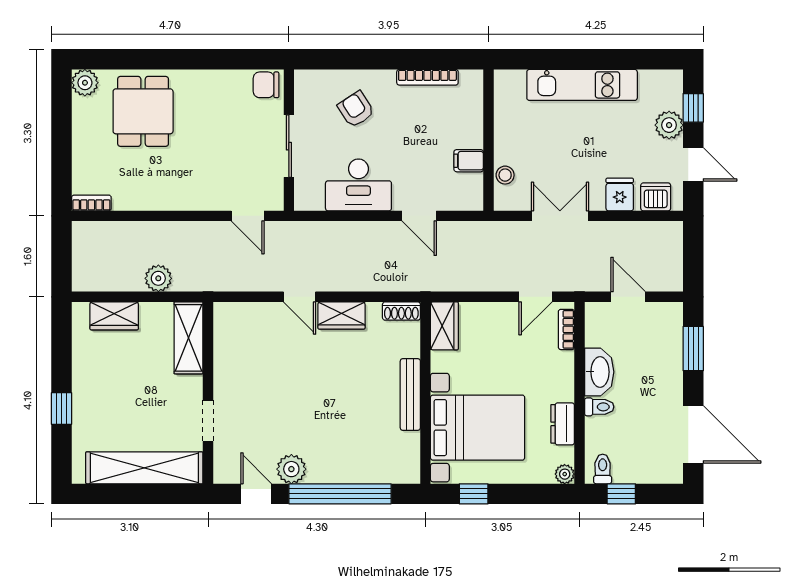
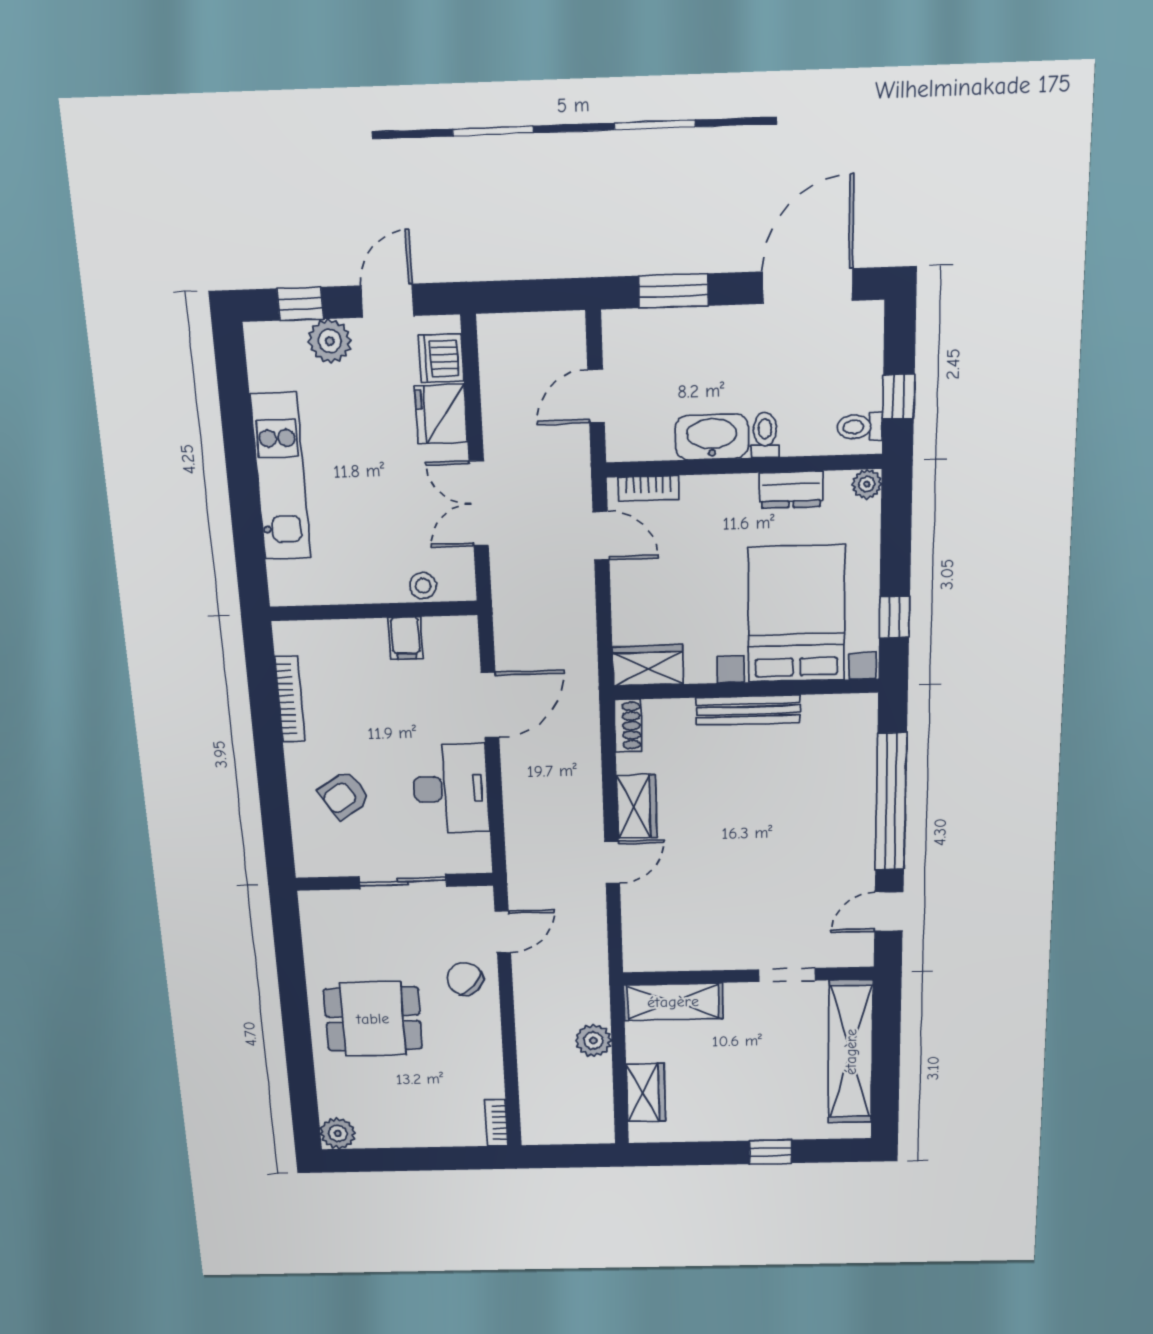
chair: (266, 85) -> (465, 979), moved, turned 133
dining table: (143, 111) -> (373, 1019), moved
fridge: (620, 195) -> (441, 414), width x1.38
door: (419, 216) -> (490, 705), width x1.38
plant: (291, 469) -> (855, 867), removed

